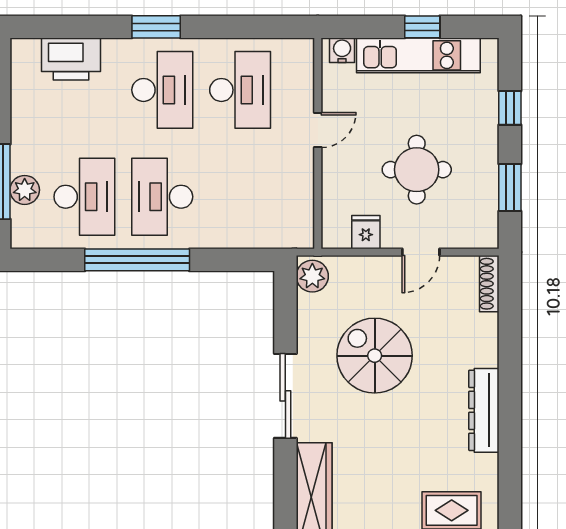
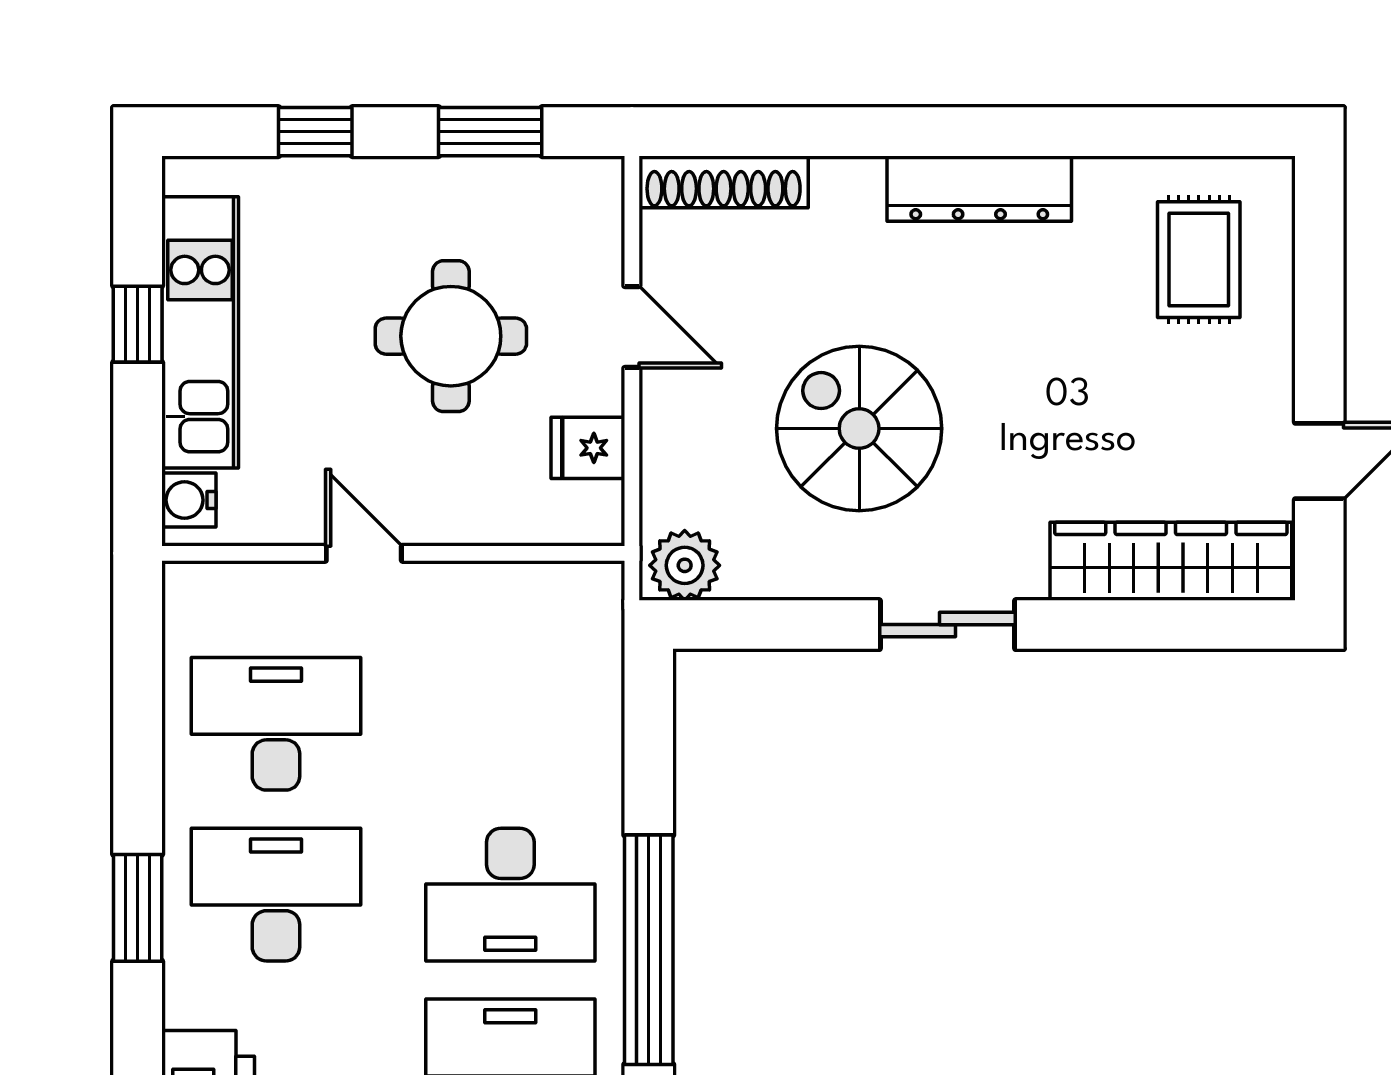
shoe rack: (489, 284) -> (724, 182), width x1.36, depth x1.24
spiral stairs: (375, 356) -> (859, 429), turned 90
sliding door: (285, 396) -> (947, 625), width x0.73

